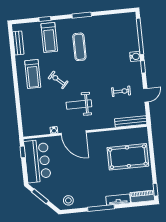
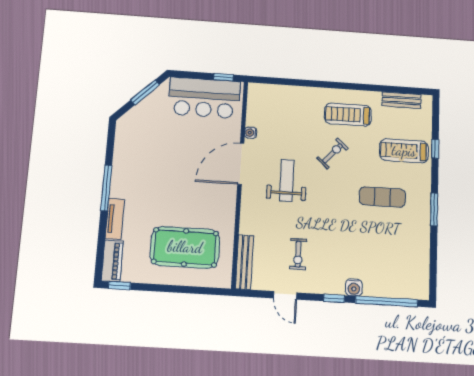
pool table: (128, 157) -> (185, 247), turned 90
stool: (68, 200) -> (129, 136), removed

